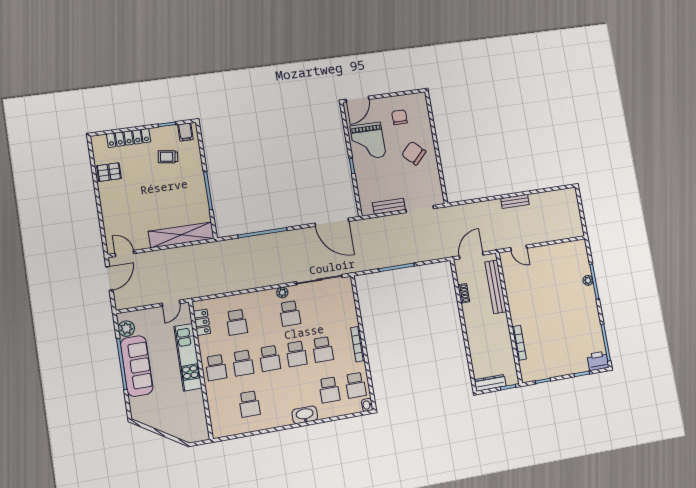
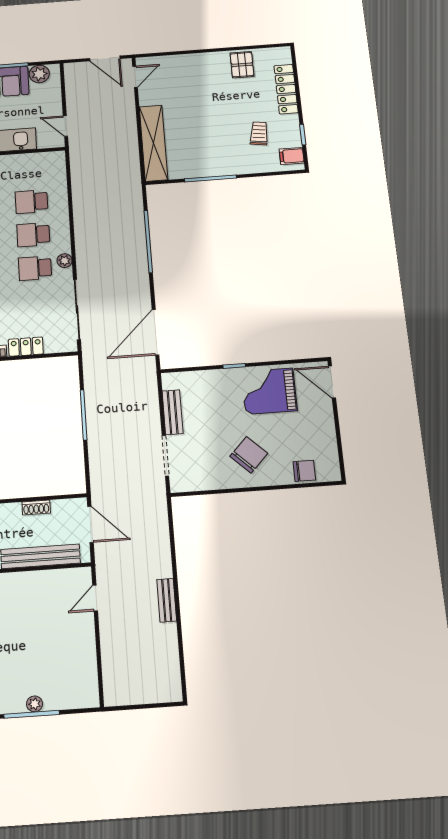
chair: (399, 117) -> (304, 471), moved
school desk: (263, 318) -> (33, 235), added
locker: (202, 322) -> (26, 347), moved, turned 180

